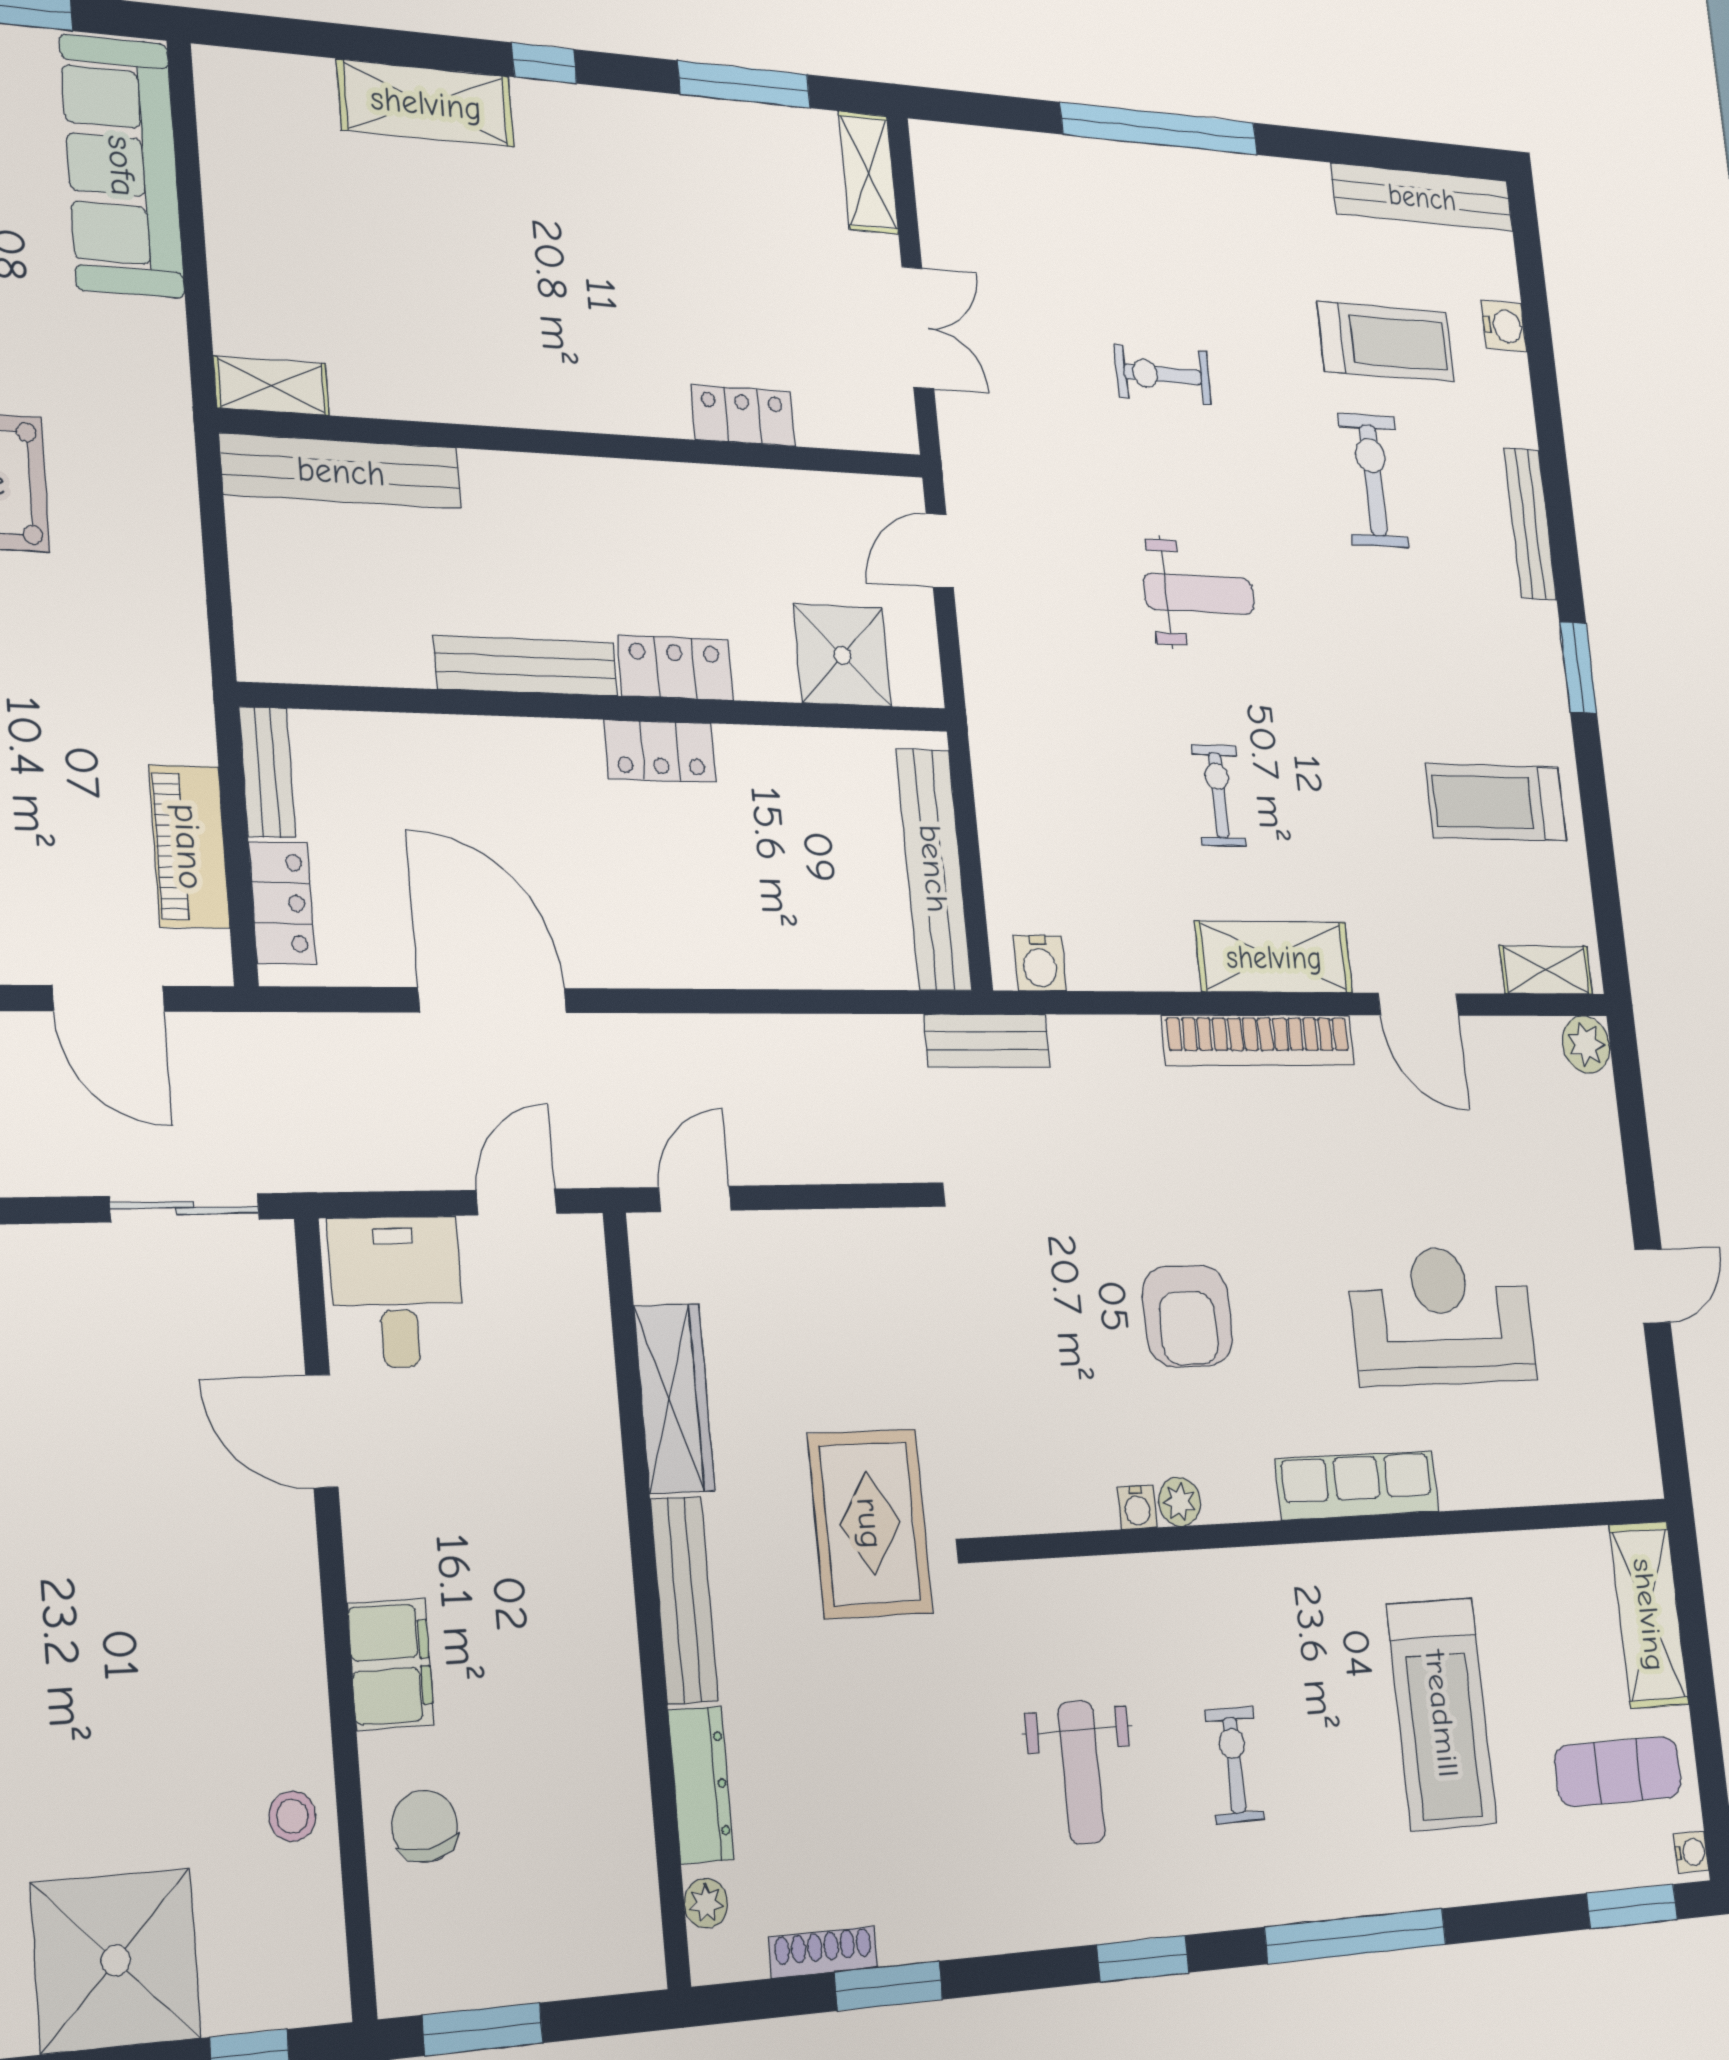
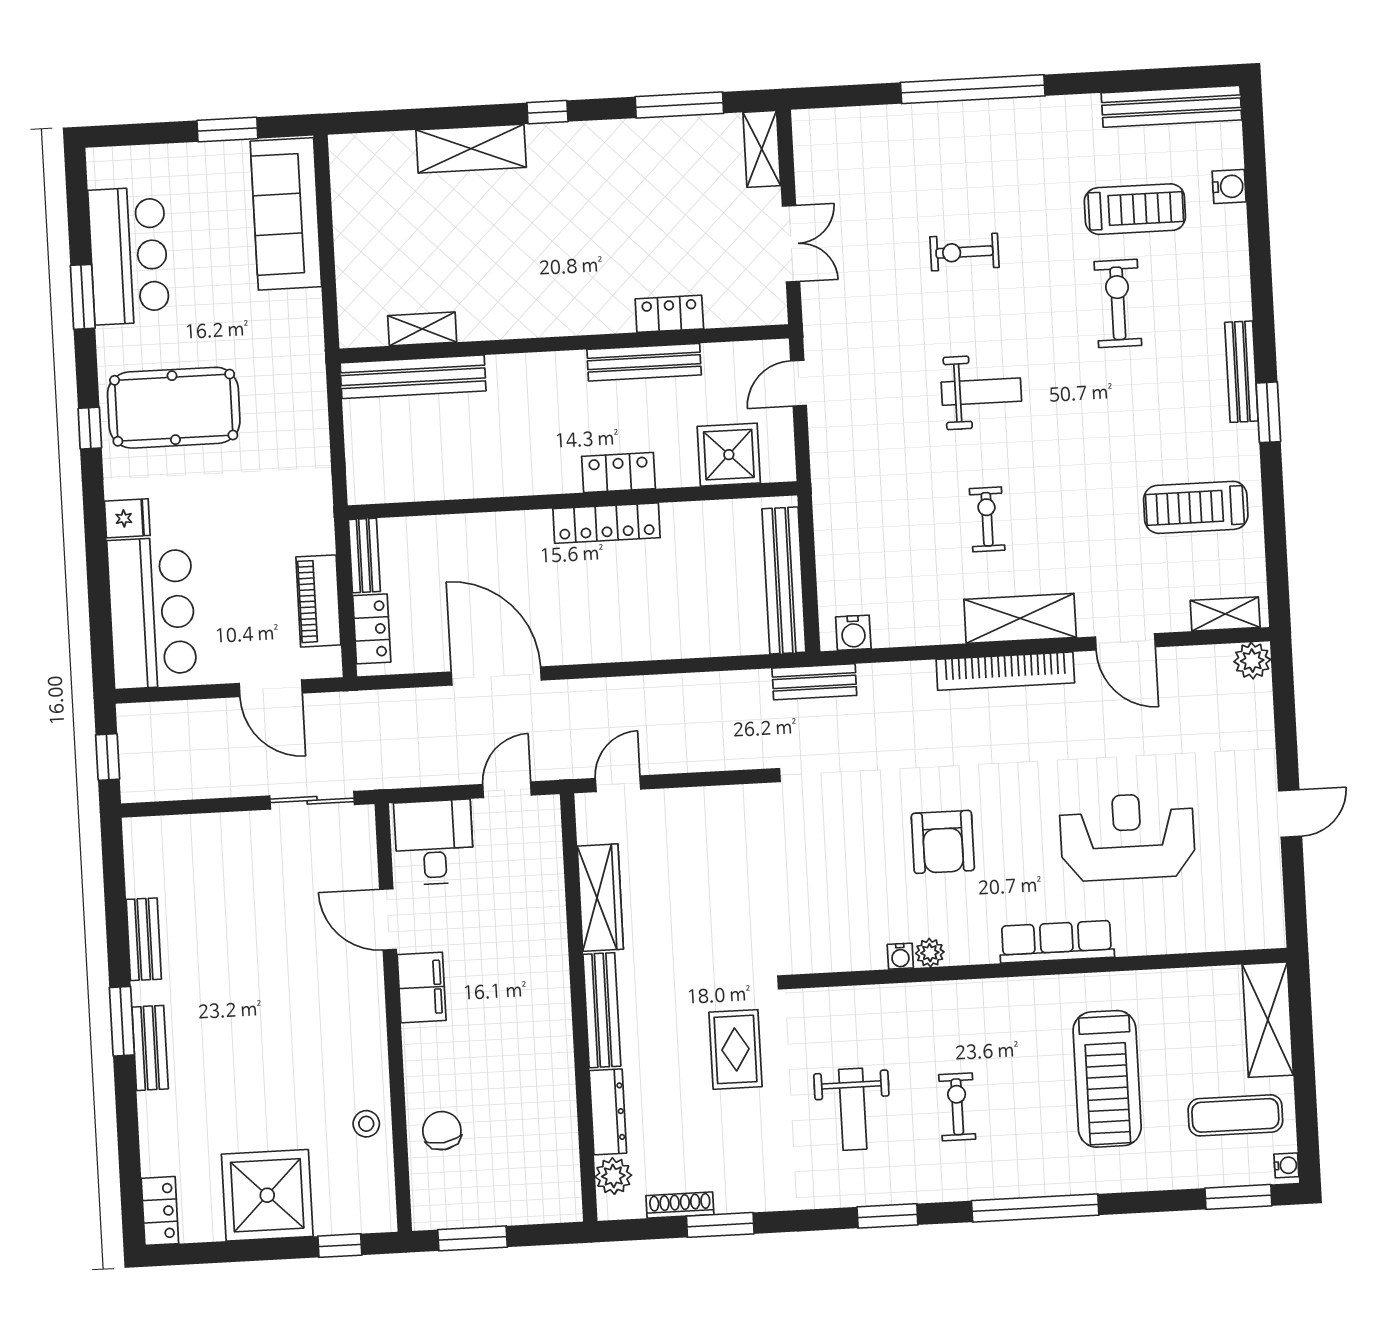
shelving: (272, 386) -> (422, 329), moved
bench: (1530, 524) -> (1241, 372), moved
bench: (526, 666) -> (644, 362), moved
locker: (660, 751) -> (607, 523), width x1.53
rug: (870, 1523) -> (735, 1049), moved, width x0.73, depth x0.70
filing cabinet: (391, 1664) -> (422, 987), moved
plant: (706, 1903) -> (613, 1176), width x1.38, depth x1.38

